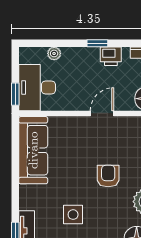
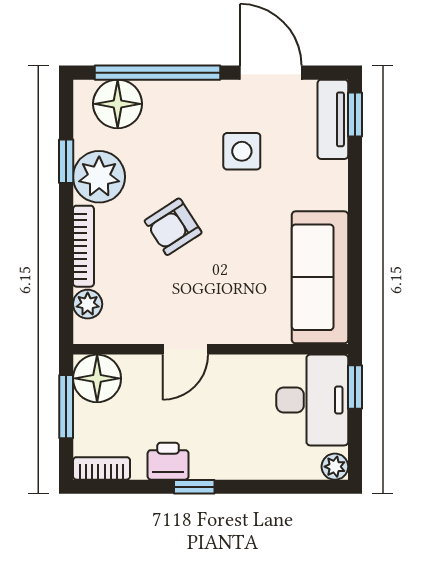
plant: (54, 53) -> (335, 467), moved
armchair: (108, 176) -> (173, 227), turned 57

